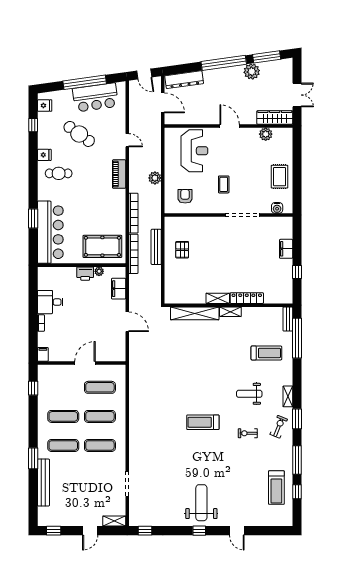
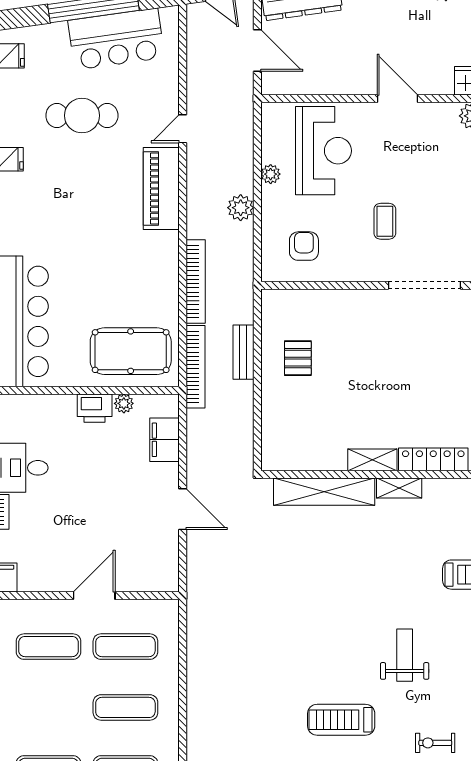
cafe table: (79, 134) -> (82, 116), turned -36
door: (127, 140) -> (183, 129), swing flipped
plant: (169, 162) -> (271, 174), added
cafe table: (59, 173) -> (39, 198), removed
piano: (119, 174) -> (161, 189), width x1.37, depth x1.33
bench: (156, 247) -> (243, 352), width x0.73
weight bench: (249, 394) -> (405, 655), moved, turned 90
exercise mat: (63, 416) -> (49, 647), moved

